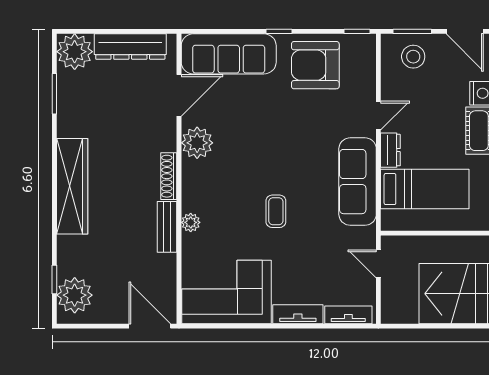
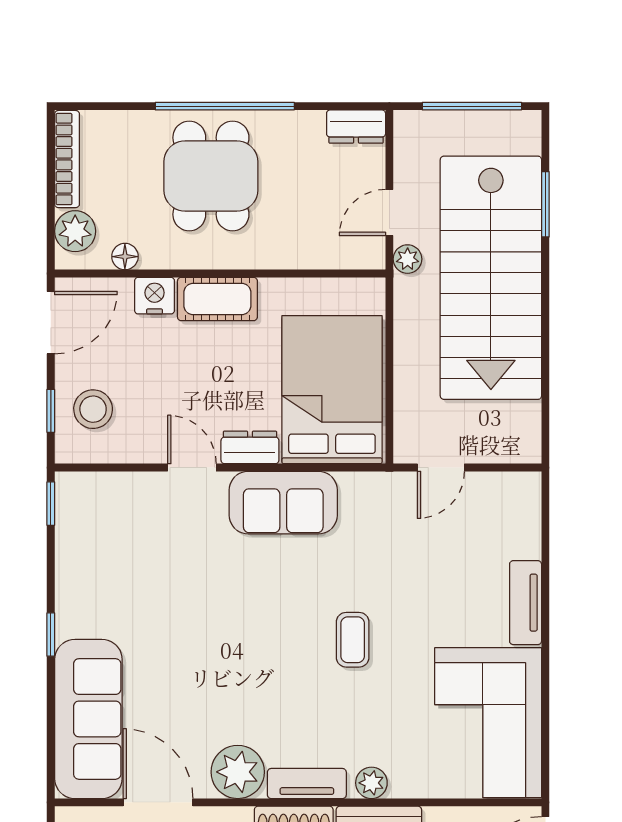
window: (412, 31) -> (51, 411), width x0.67
armchair: (315, 65) -> (107, 574), removed
sofa: (358, 182) -> (283, 503), width x0.73
bed: (425, 189) -> (332, 390), width x1.50
coffee table: (276, 211) -> (353, 640), turned 90
tv unit: (348, 315) -> (307, 784), moved, turned 90

